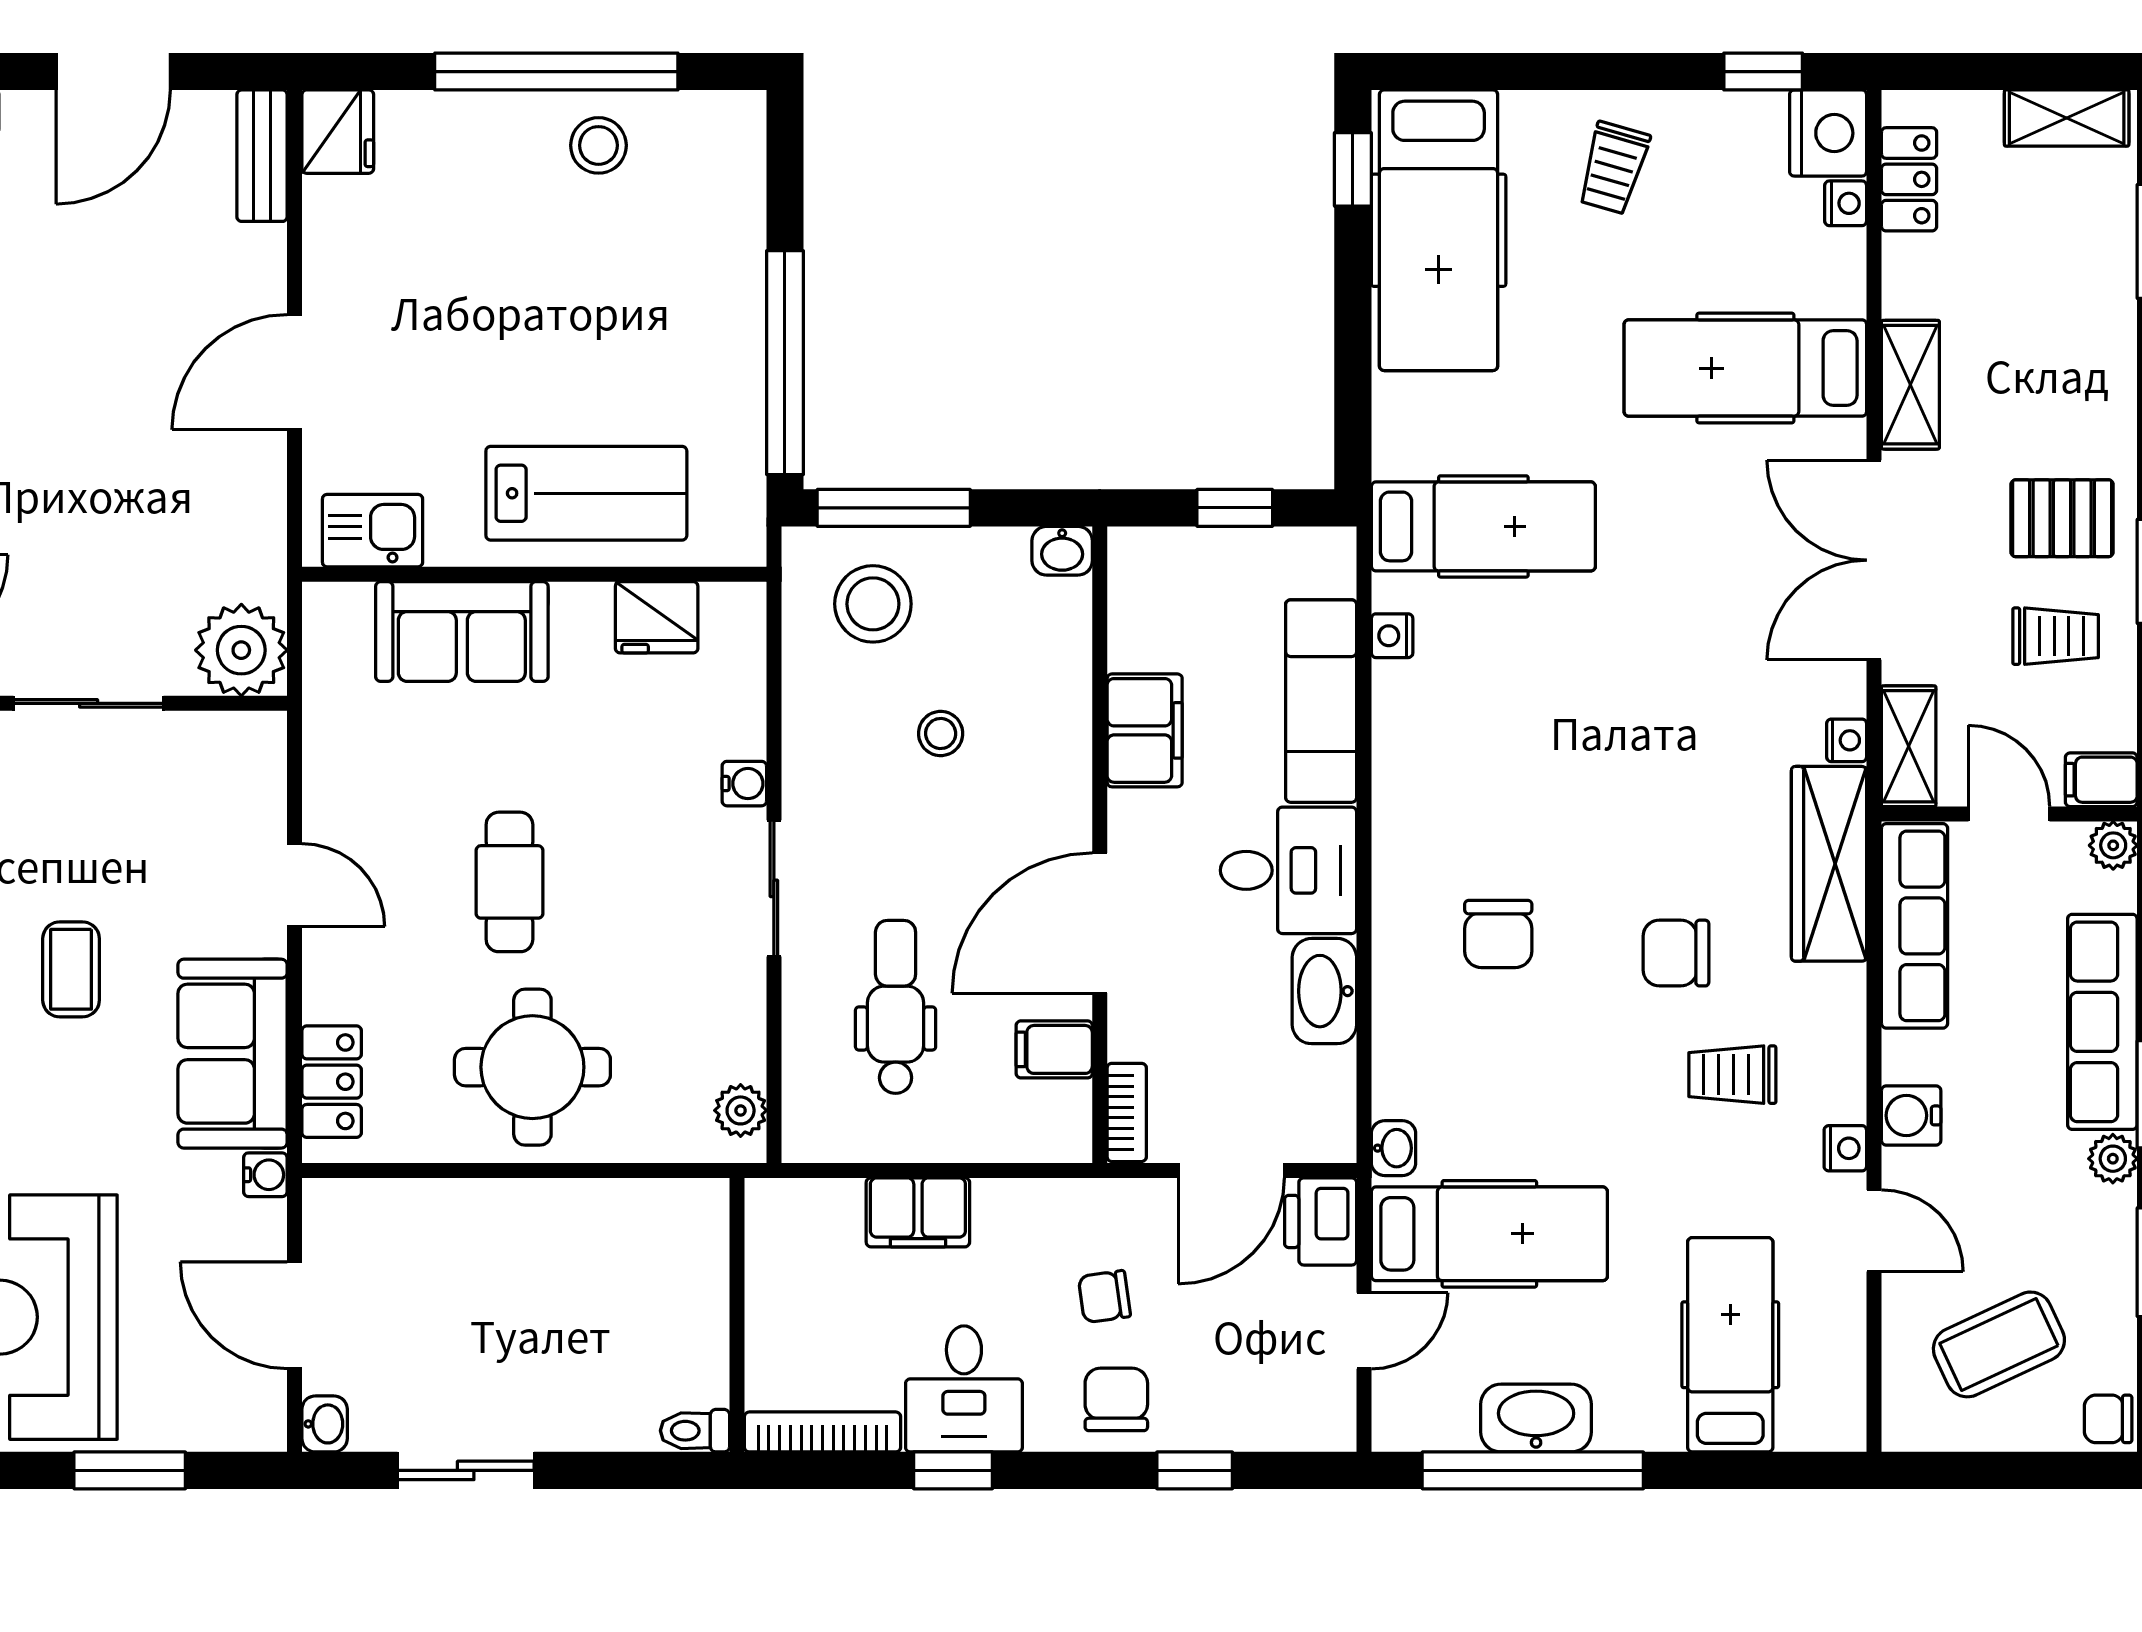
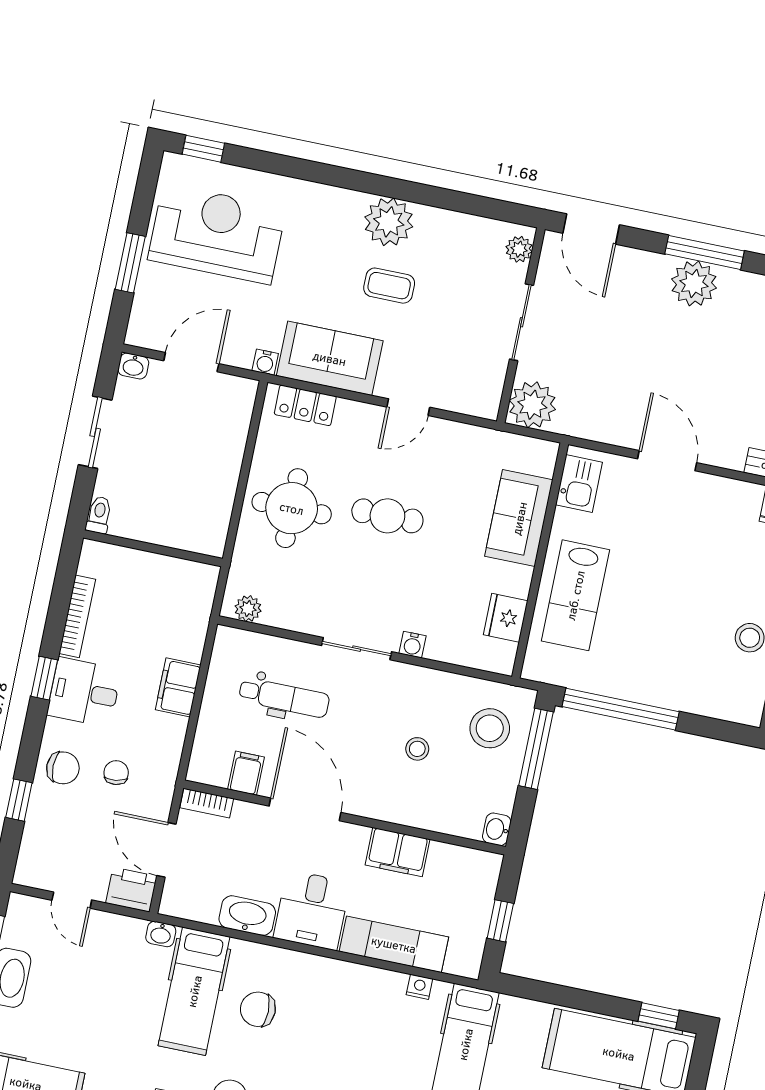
hospital bed: (1489, 1234) -> (194, 991), moved
wall: (737, 1315) -> (153, 548), moved
toilet: (695, 1431) -> (99, 515), moved

